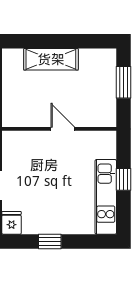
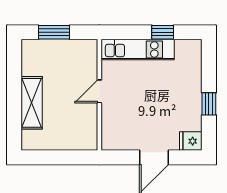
window: (123, 179) -> (163, 32), moved
kitchen unit: (106, 197) -> (138, 49), moved

